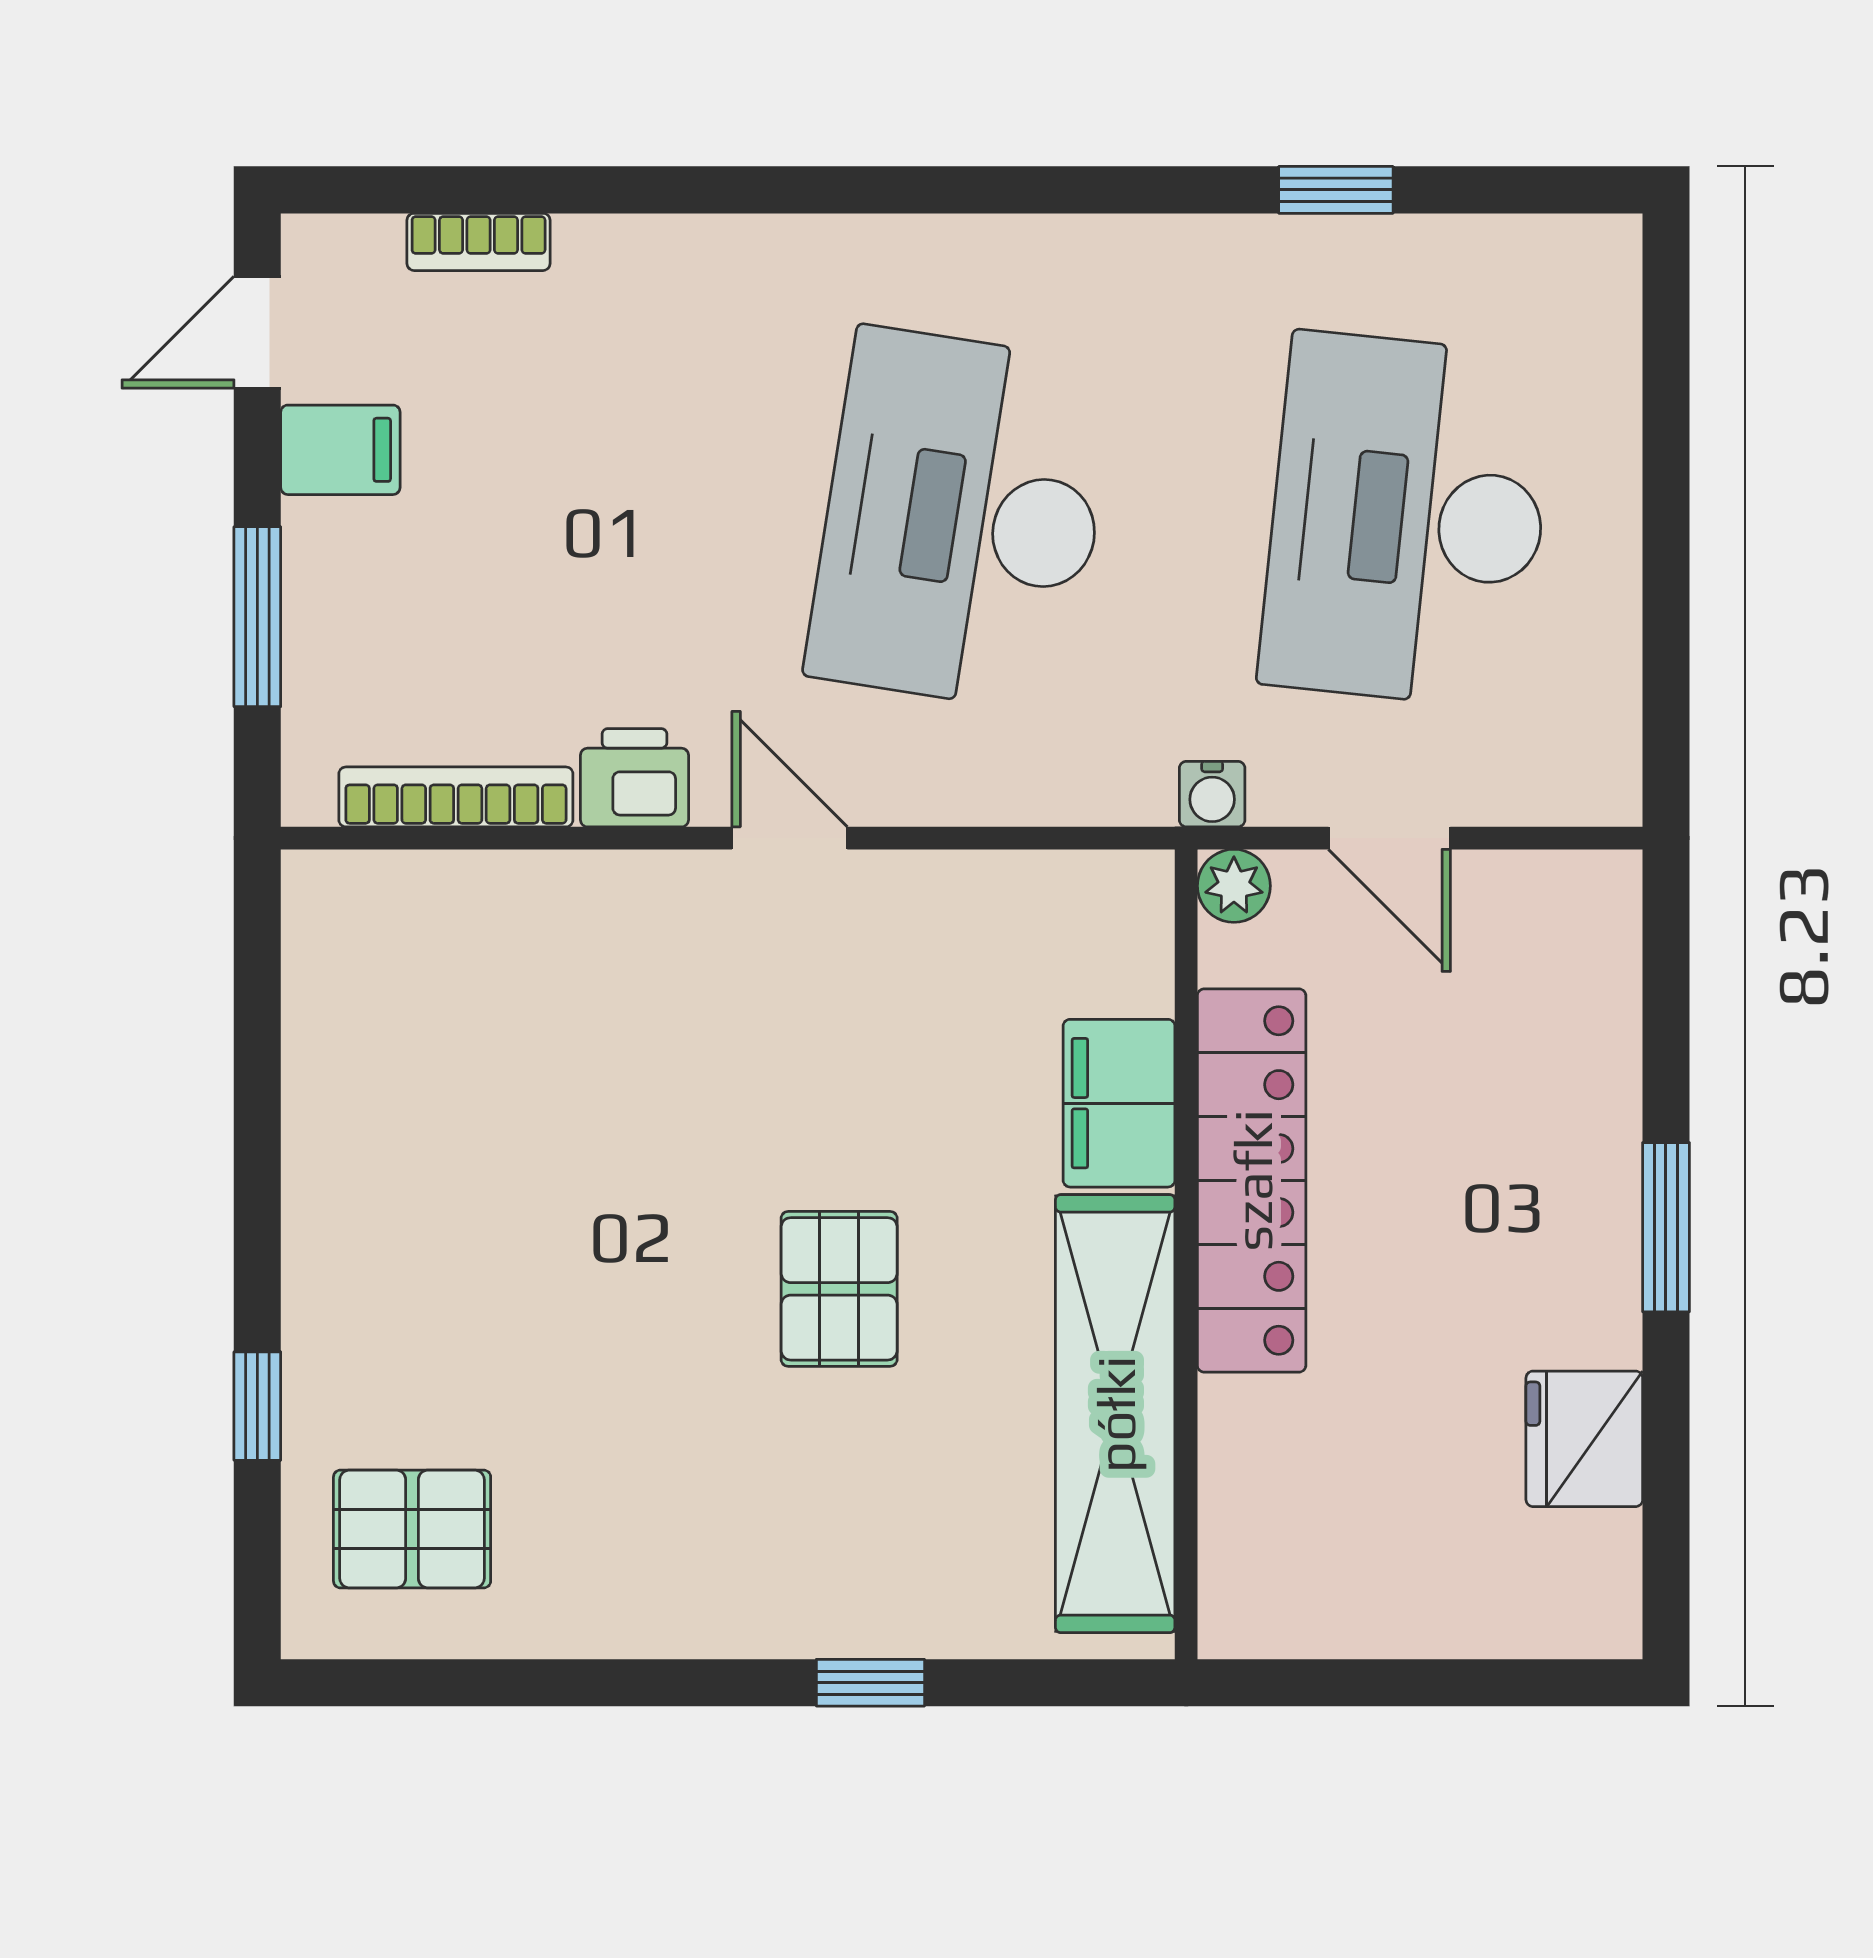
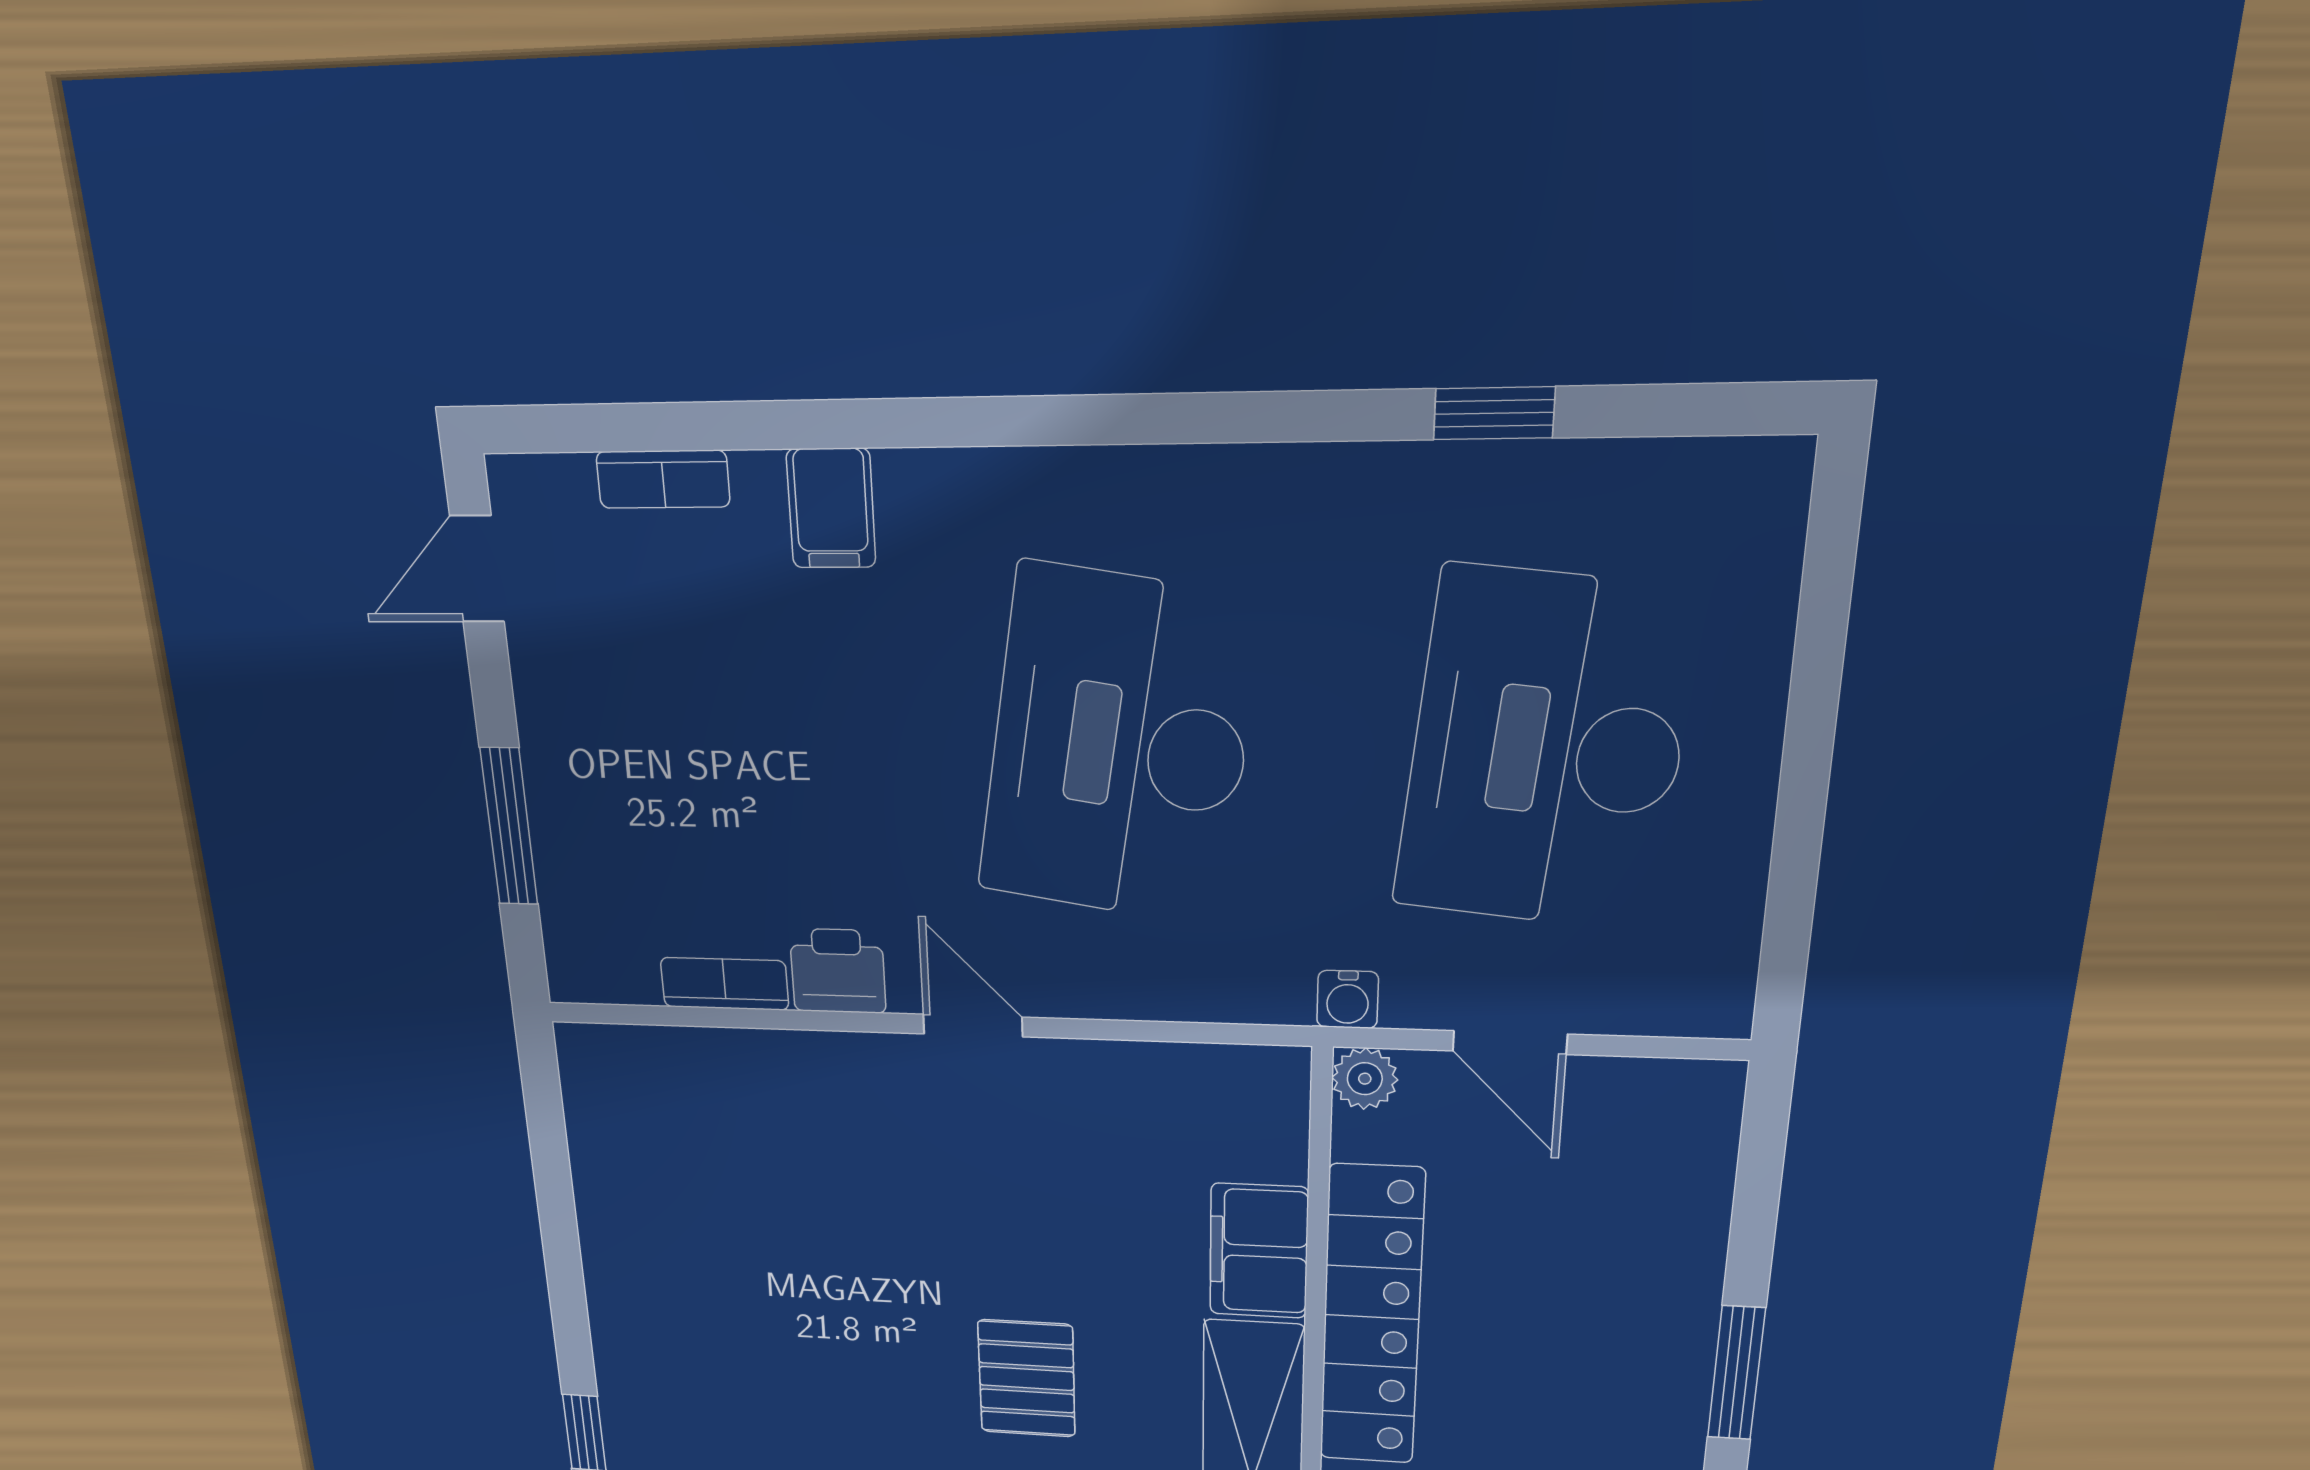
filing cabinet: (340, 450) -> (831, 508), moved, turned 90
bookcase: (456, 797) -> (725, 984), width x0.64

